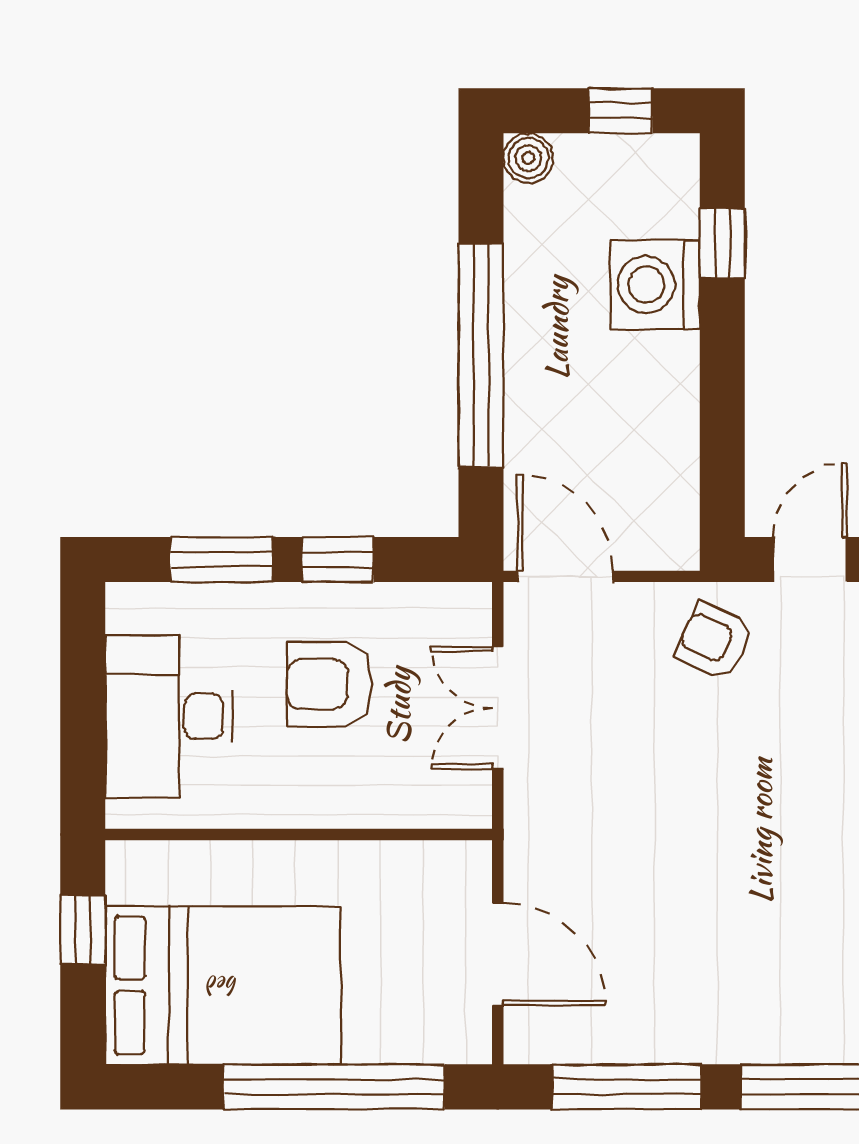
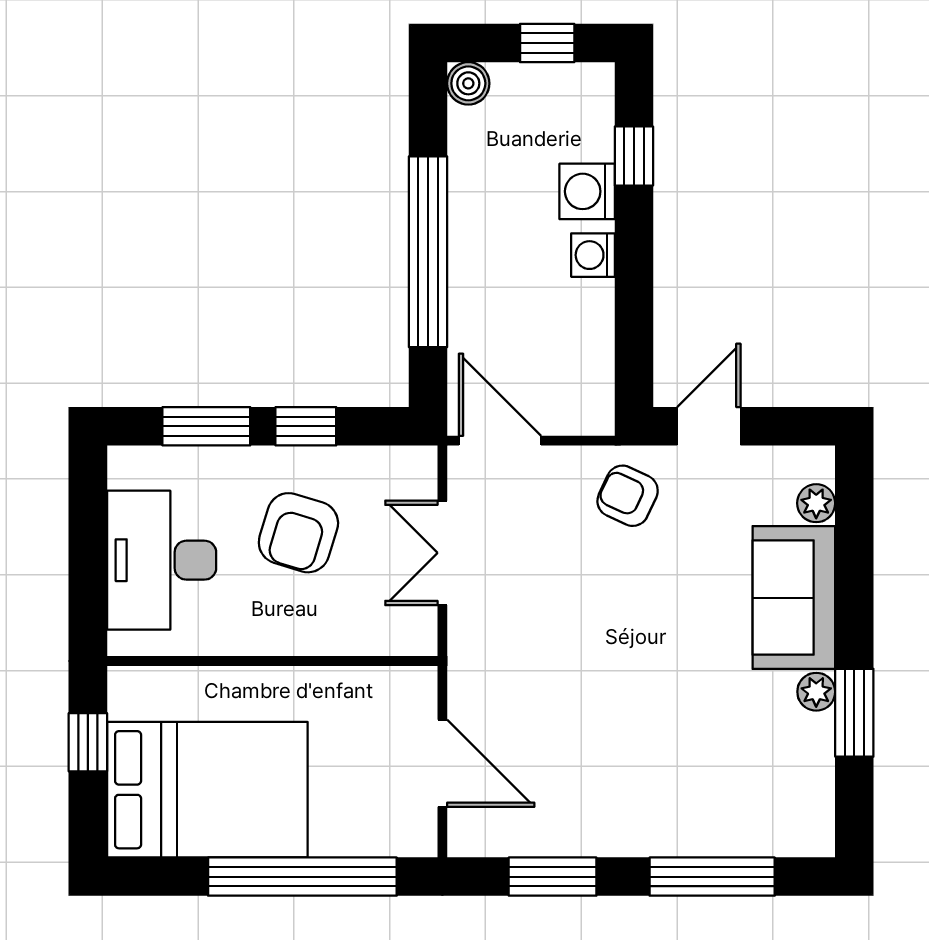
washing machine: (655, 285) -> (587, 191), width x0.73, depth x0.73
washing machine: (674, 359) -> (593, 255), added
armchair: (329, 684) -> (298, 533), turned -73
window: (627, 1087) -> (553, 877), width x0.69

